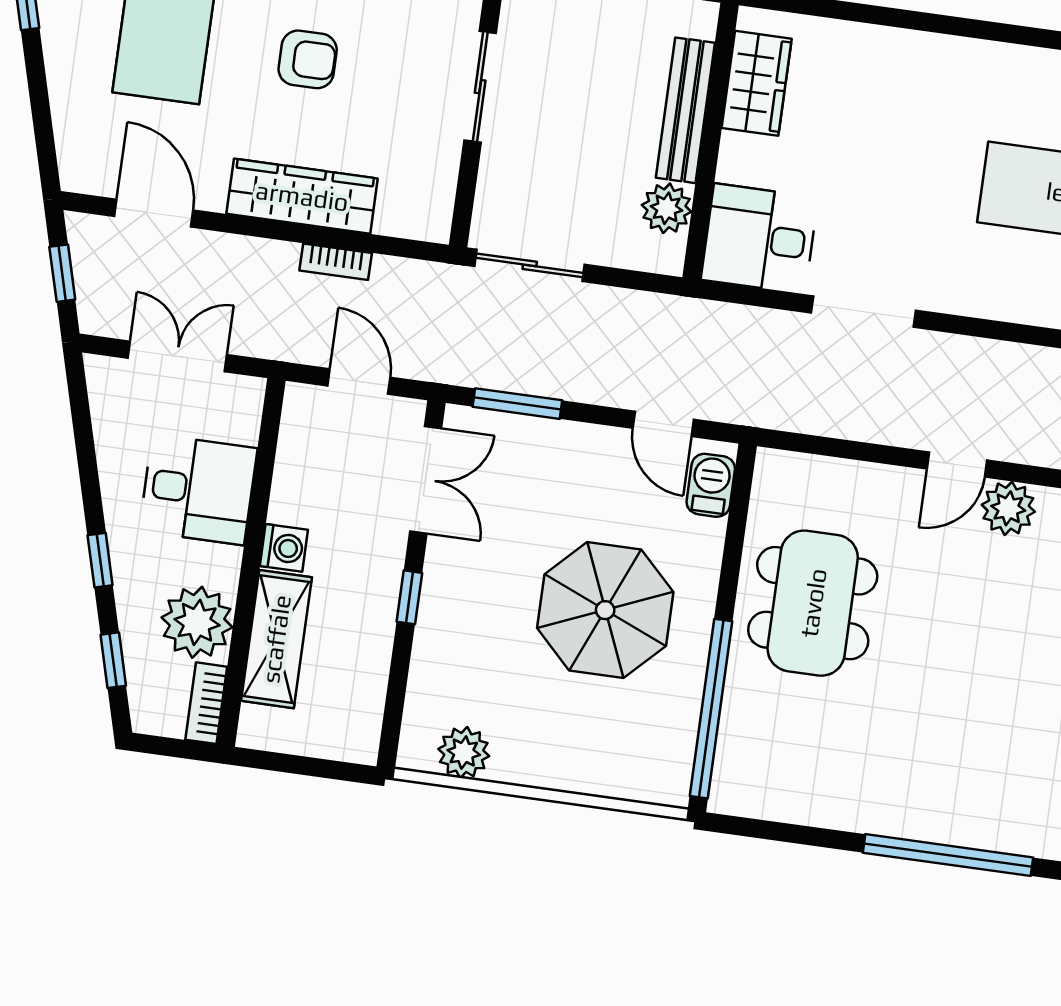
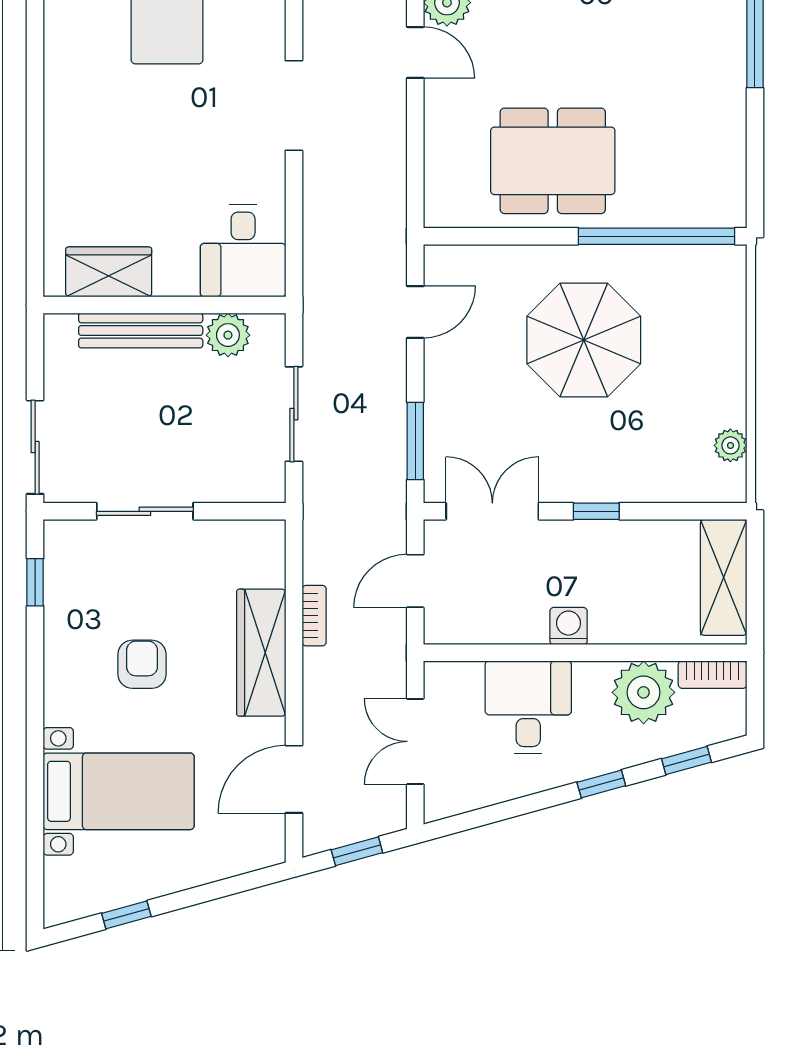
sliding door: (530, 265) -> (294, 414), moved
doorway: (864, 312) -> (294, 105), moved
barbecue: (711, 485) -> (463, 263), removed
shelving: (276, 639) -> (724, 577), moved, turned 90
plant: (464, 752) -> (730, 445), width x0.73, depth x0.73

